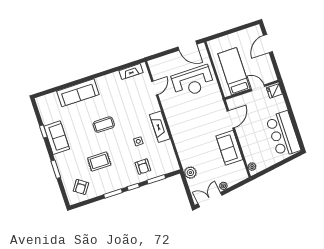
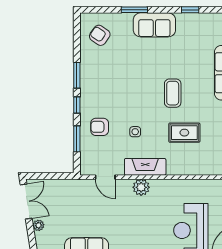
door: (155, 88) -> (105, 177), moved
sofa: (57, 138) -> (154, 25), moved
rug: (99, 162) -> (184, 133), moved, turned 90
plant: (190, 173) -> (141, 187), moved

